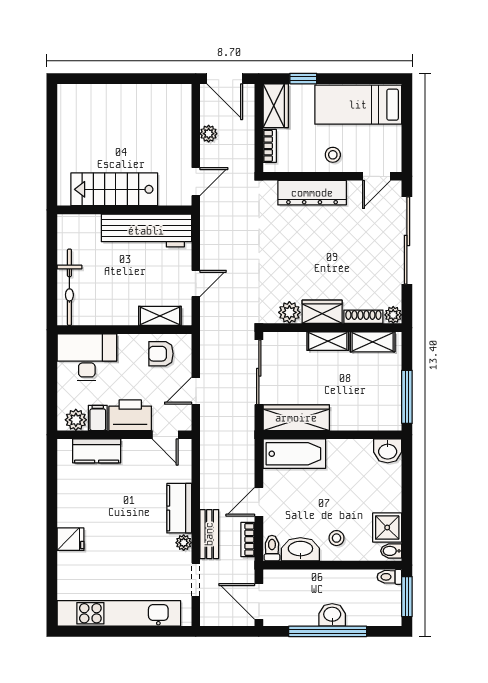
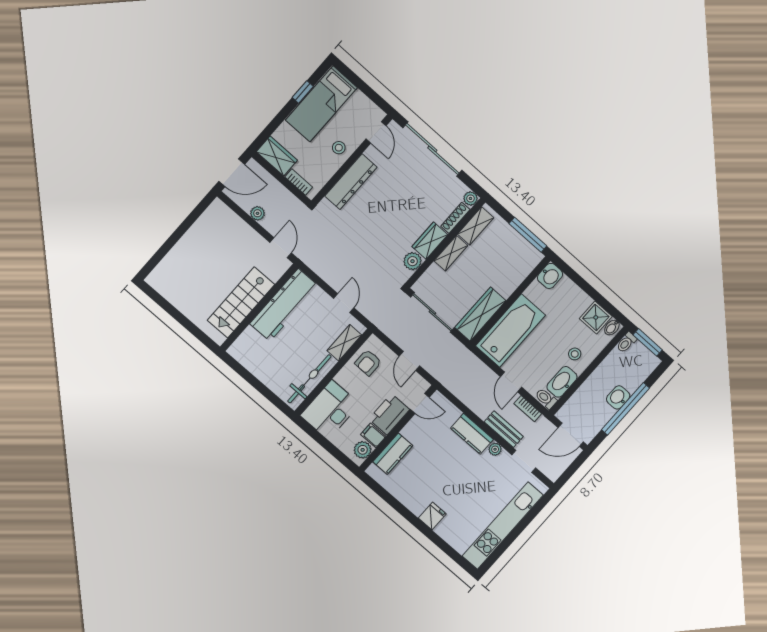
window: (303, 79) -> (303, 92), moved
bicycle: (69, 287) -> (309, 379), moved, turned -90
bathtub: (294, 454) -> (511, 330), width x1.36, depth x1.36

